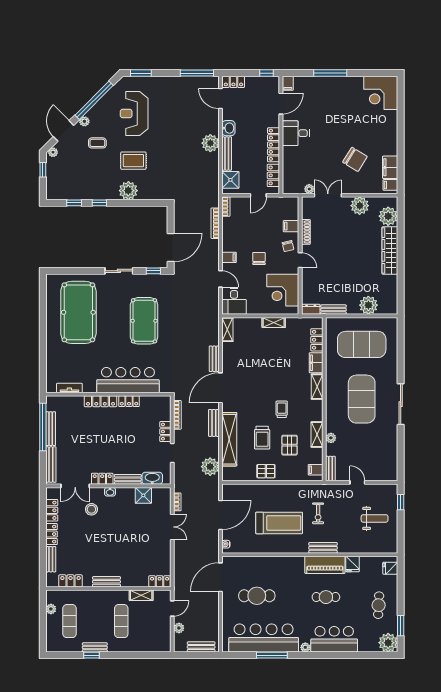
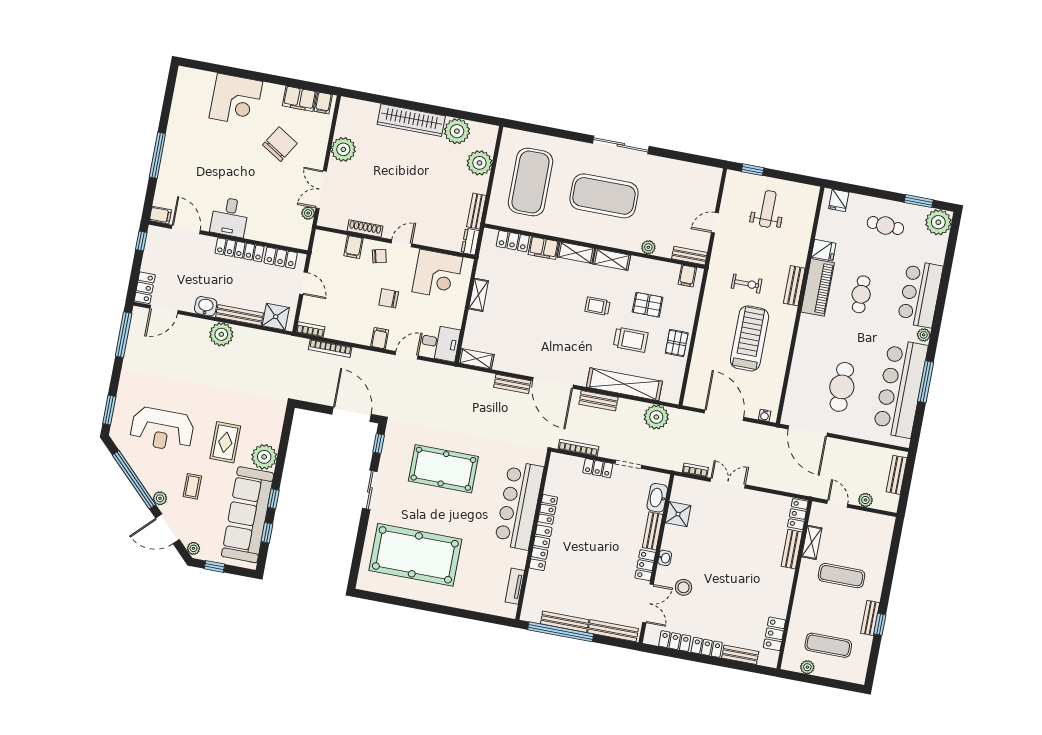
corner desk: (381, 93) -> (236, 100), moved
sofa: (84, 186) -> (248, 515), added
plant: (388, 216) -> (457, 131), moved
shelving: (317, 435) -> (612, 260), moved
bench: (106, 582) -> (792, 549), moved

